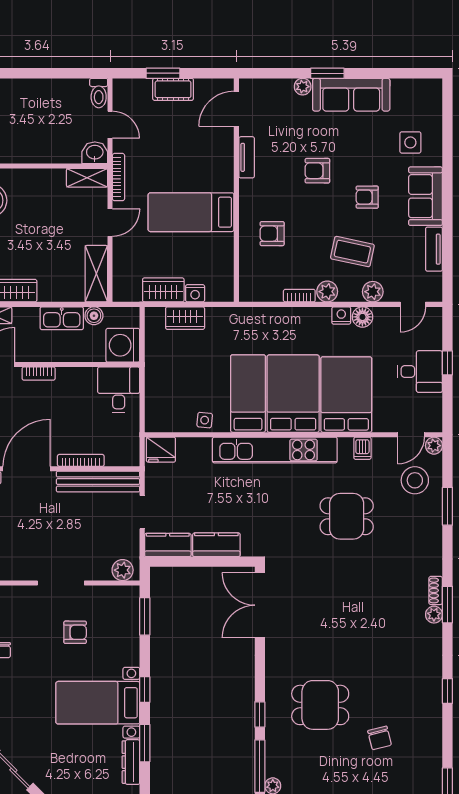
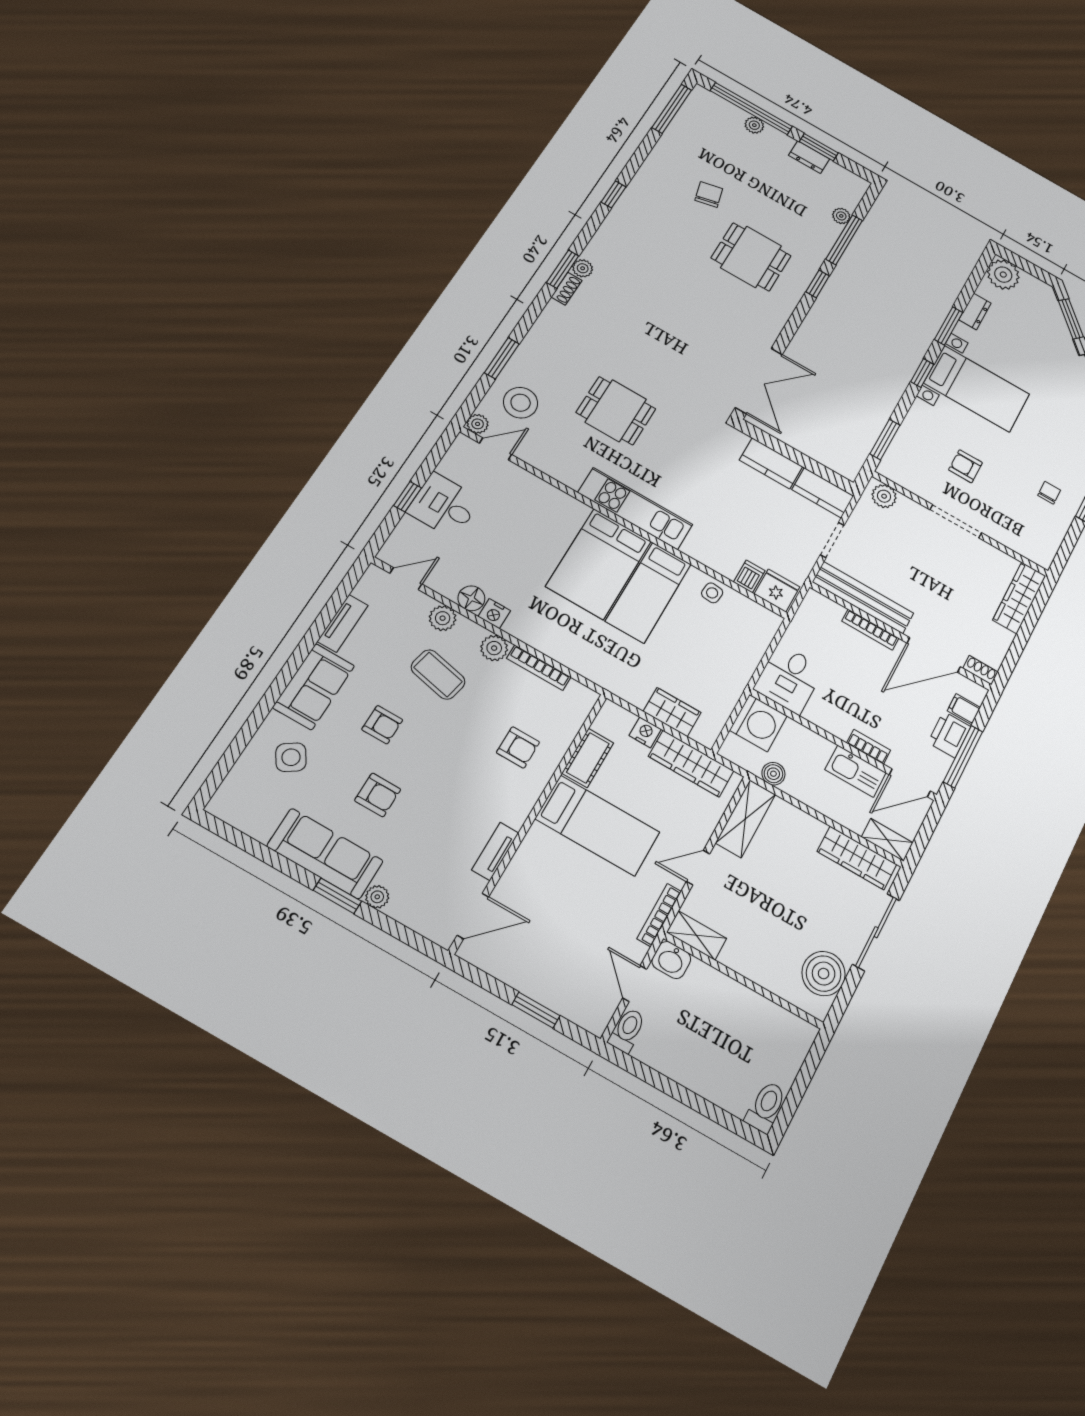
cot: (173, 89) -> (588, 758), moved, turned 90
side table: (410, 142) -> (291, 757), turned -34
armchair: (317, 171) -> (378, 795), moved
wardrobe: (163, 290) -> (691, 764), width x1.50
bookcase: (299, 296) -> (539, 668), width x1.56
kitchen sink: (62, 318) -> (855, 771), moved, turned 180
bed: (346, 395) -> (541, 529), removed
dishwasher: (362, 448) -> (749, 576), moved
kitchen unit: (275, 450) -> (635, 509), width x0.73
dresser: (131, 762) -> (975, 312), width x0.70

